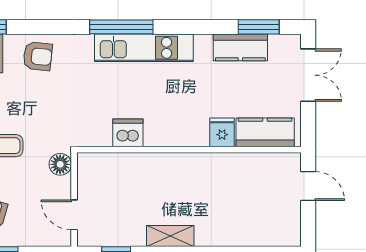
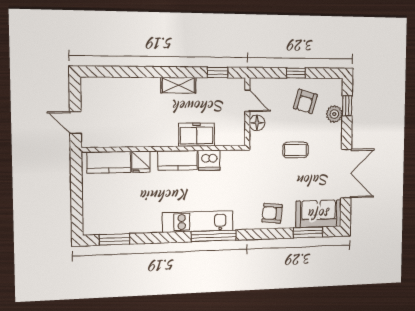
kitchen counter: (240, 47) -> (178, 160), moved, turned 180
double door: (308, 75) -> (77, 205), removed
floor lamp: (60, 164) -> (257, 123), moved
freezer: (145, 168) -> (197, 135), added

